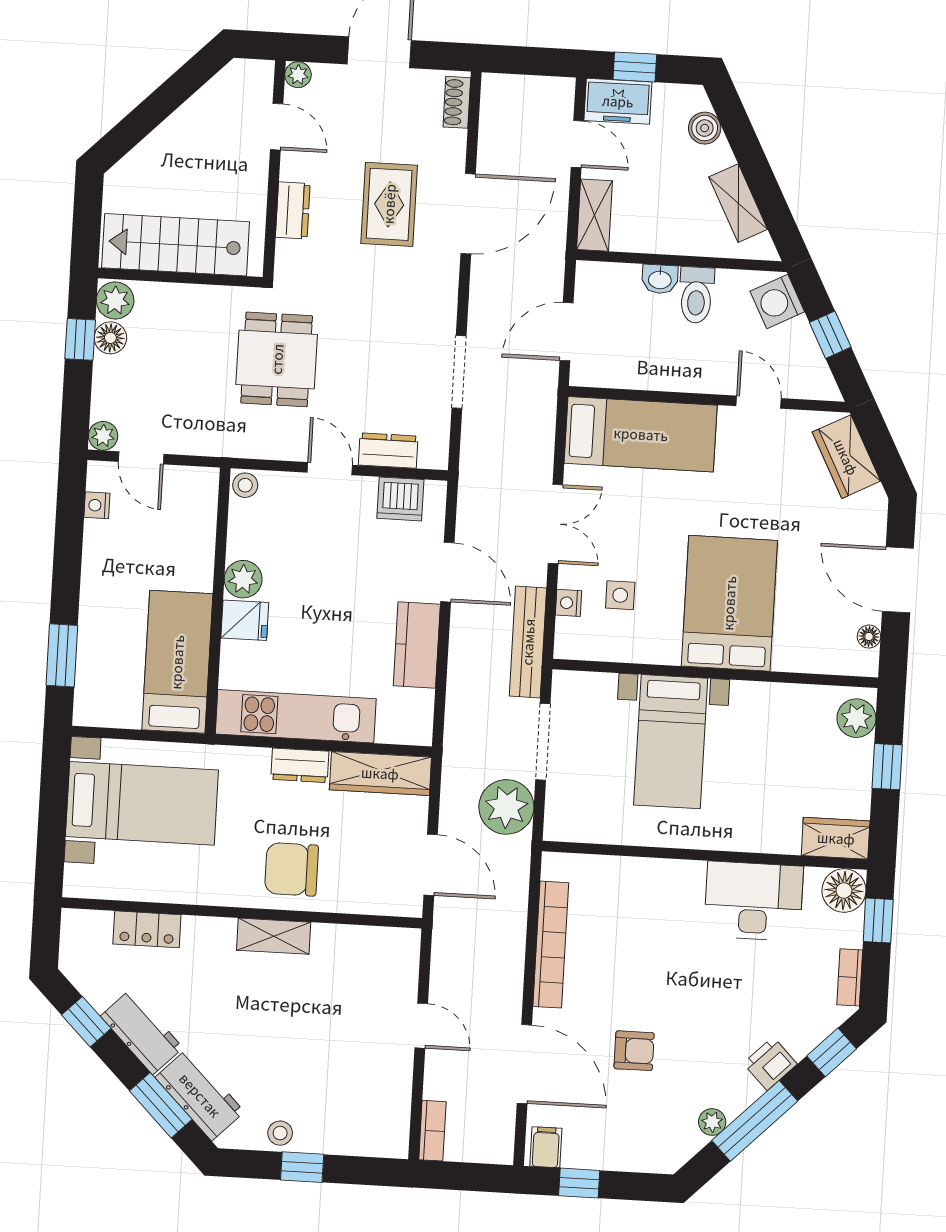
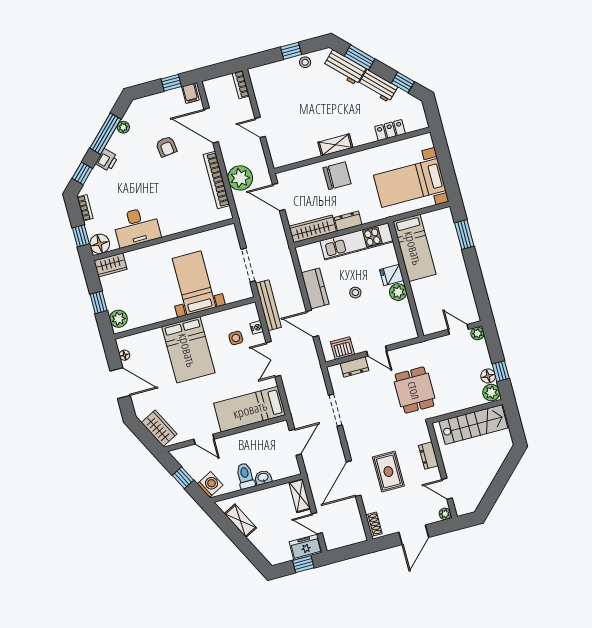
boiler: (705, 128) -> (265, 548), removed
stool: (245, 485) -> (355, 293), moved
nightstand: (97, 505) -> (470, 303), removed
plant: (506, 807) -> (240, 178), moved
armchair: (634, 1051) -> (166, 147), turned -97

